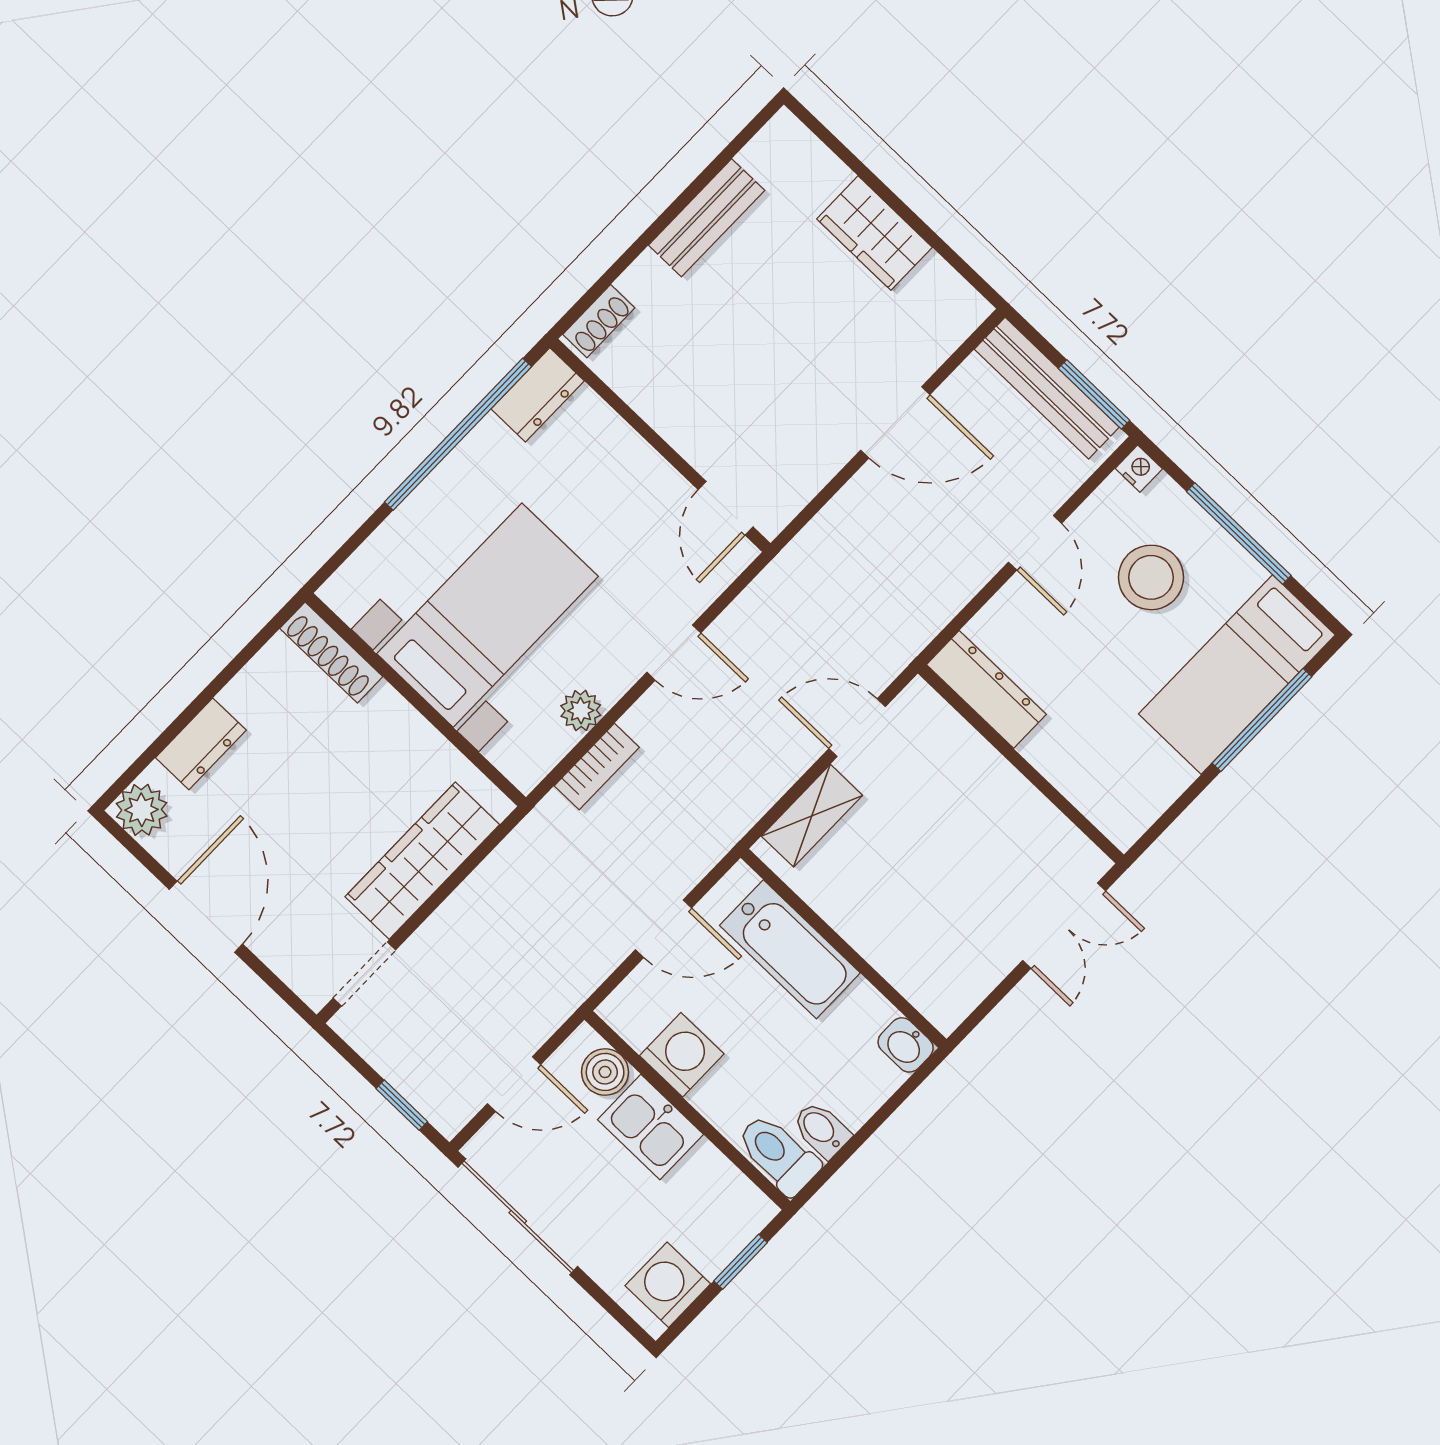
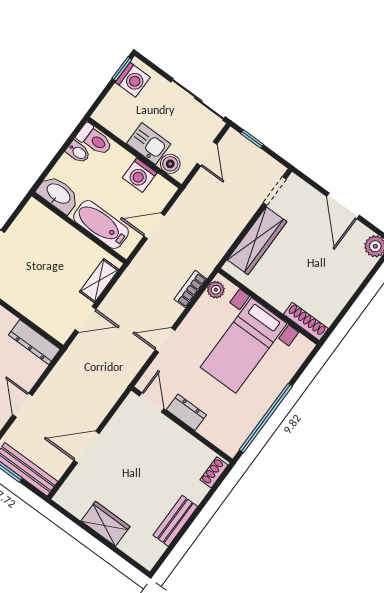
dresser: (538, 395) -> (186, 412), moved, turned 90
plant: (581, 711) -> (216, 290), moved
dresser: (201, 744) -> (355, 277), removed
washbasin: (906, 1045) -> (58, 194), width x1.91, depth x1.45
door: (514, 1084) -> (207, 154), swing flipped
window: (741, 1262) -> (122, 69), moved

